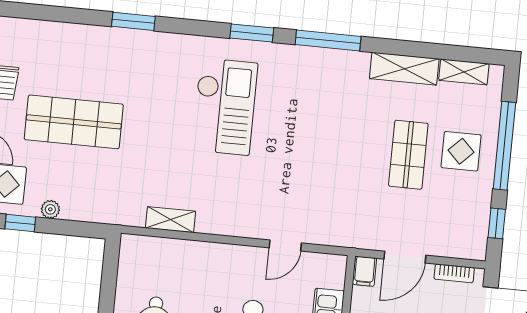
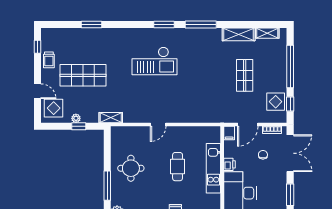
window: (133, 21) -> (91, 24), moved
checkout: (225, 107) -> (154, 61), turned 90
display table: (461, 151) -> (276, 102), moved
shelving: (171, 220) -> (111, 118), moved
window: (20, 223) -> (79, 126), moved
door: (285, 245) -> (158, 124), moved

